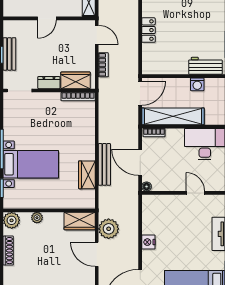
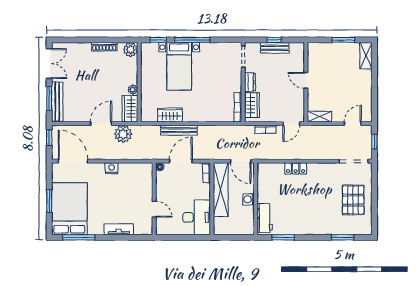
washing machine: (197, 84) -> (249, 199), moved
door: (195, 193) -> (154, 209), hinge flipped
plant: (37, 218) -> (133, 89), moved

